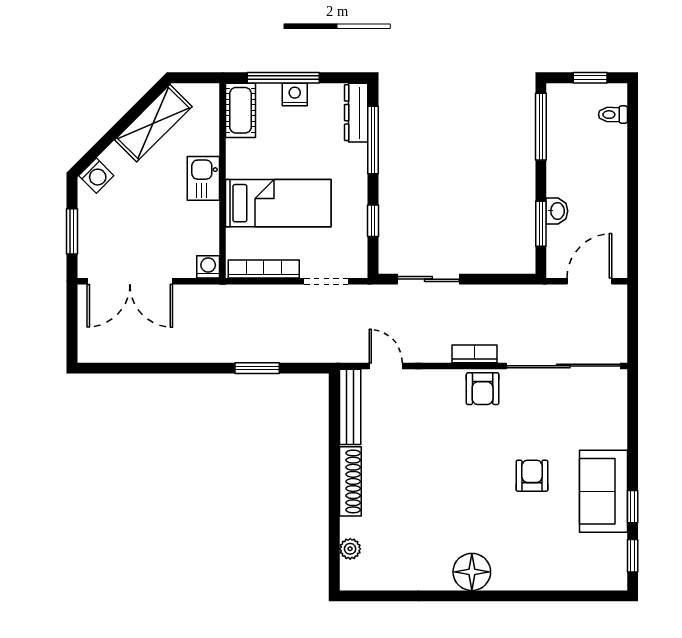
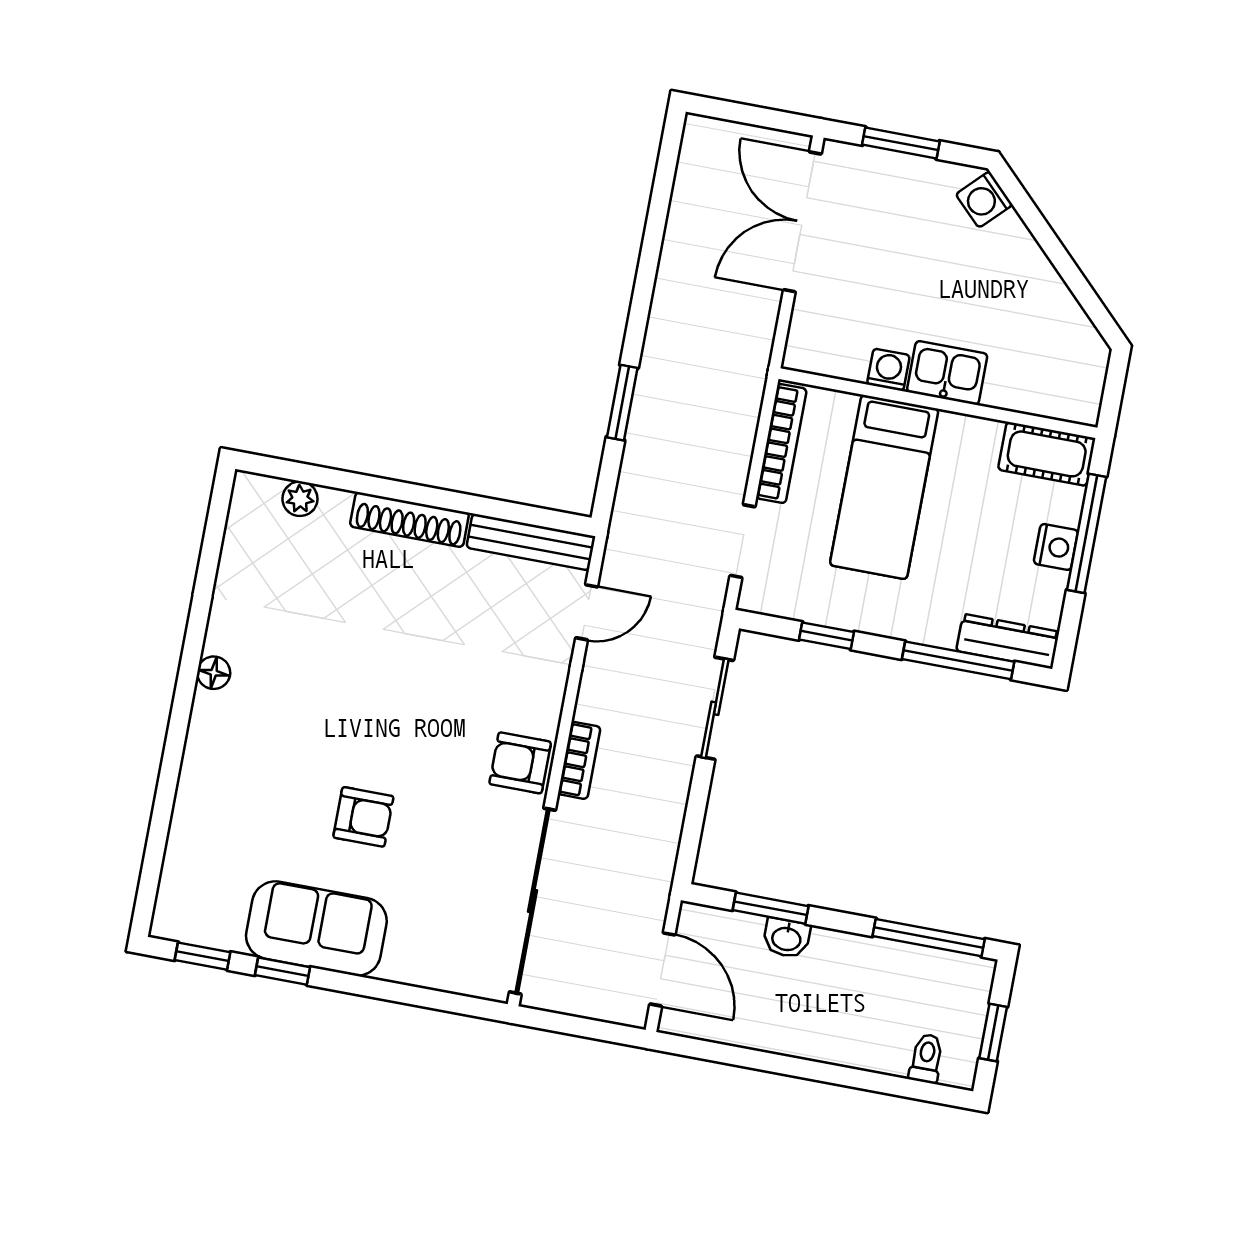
shelving: (153, 123) -> (1052, 308), removed
washing machine: (208, 267) -> (888, 370), moved, turned -90
floor lamp: (472, 572) -> (214, 673), width x0.53, depth x0.53

